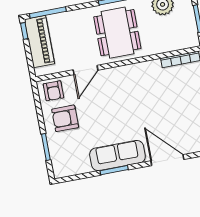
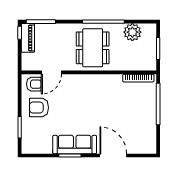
piano: (39, 42) -> (28, 38), width x0.73, depth x0.75
door: (85, 70) -> (51, 72), moved
armchair: (53, 91) -> (34, 84), turned -90

